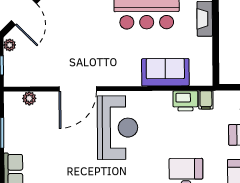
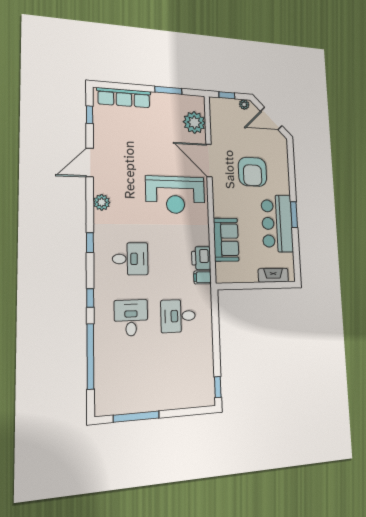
armchair: (88, 38) -> (252, 172), added
plant: (29, 98) -> (194, 122), width x1.87, depth x1.87

